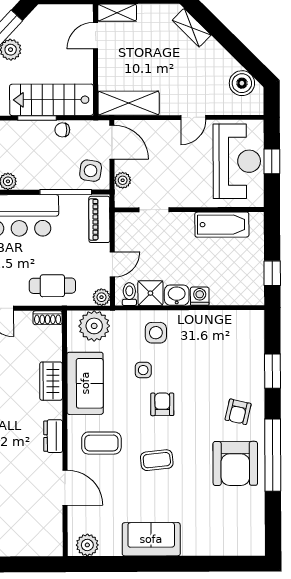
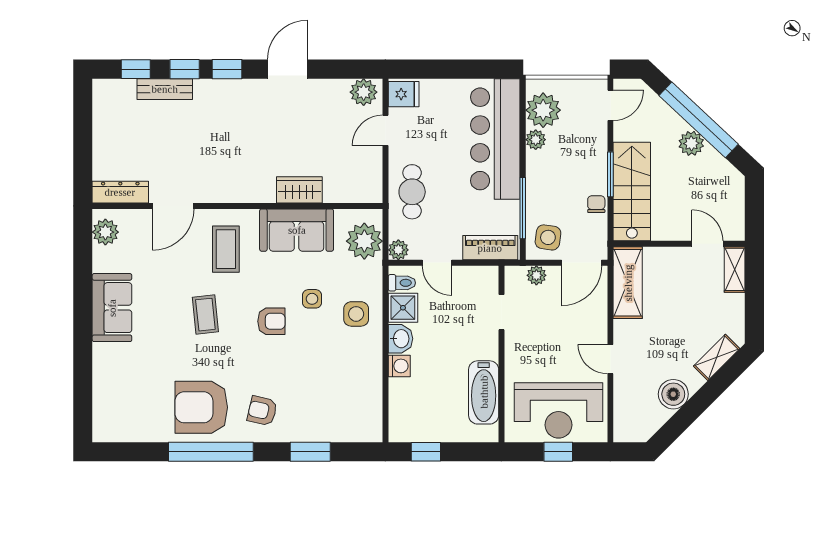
boiler: (242, 83) -> (673, 394), moved
shoe rack: (48, 318) -> (374, 186), removed
dresser: (53, 436) -> (120, 192), moved, width x1.44

